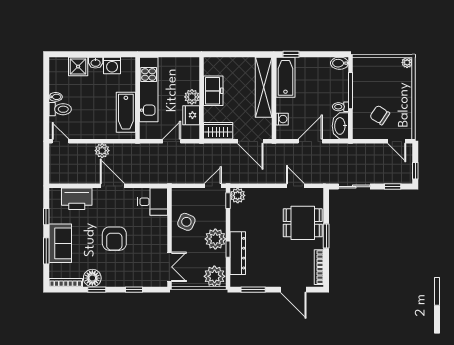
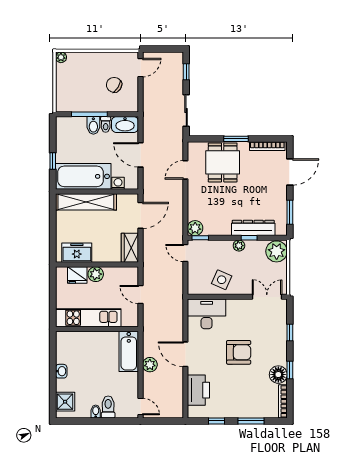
window: (291, 54) -> (53, 161), moved
bidet: (340, 63) -> (93, 125), moved
washing machine: (112, 65) -> (64, 355), removed
shower: (78, 67) -> (65, 402), moved
bathtub: (285, 77) -> (83, 176), width x1.36, depth x1.36
freezer: (213, 91) -> (77, 253), moved
bathtub: (126, 112) -> (129, 351), moved, turned 90
fridge: (191, 115) -> (77, 275), moved
chair: (380, 115) -> (114, 85), turned 89
door: (61, 141) -> (140, 407), swing flipped
window: (415, 171) -> (170, 49), removed
door: (112, 186) -> (185, 354), hinge flipped
desk: (153, 202) -> (207, 314), width x1.37
plant: (215, 239) -> (239, 246), width x0.53, depth x0.53
sofa: (60, 243) -> (243, 407), removed

